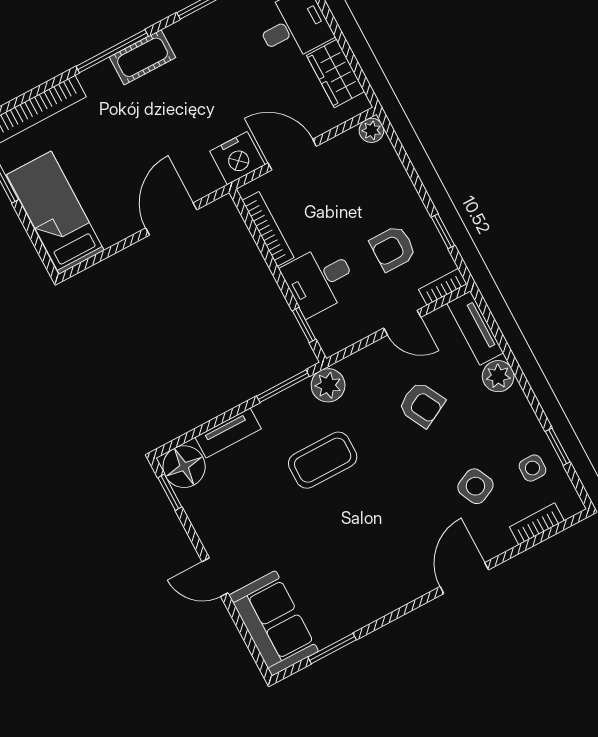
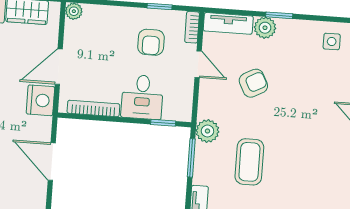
door: (402, 323) -> (198, 64), hinge flipped
window: (558, 447) -> (279, 15), moved
side table: (475, 486) -> (321, 82), removed

